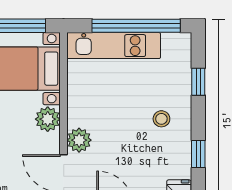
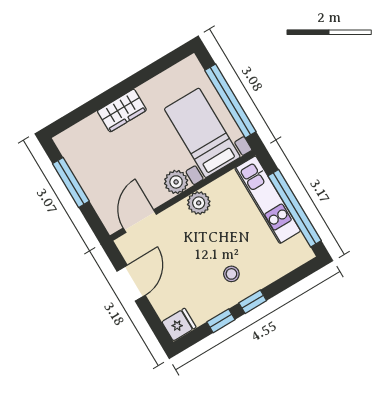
window: (198, 82) -> (253, 302), moved
plant: (79, 140) -> (199, 203), moved

